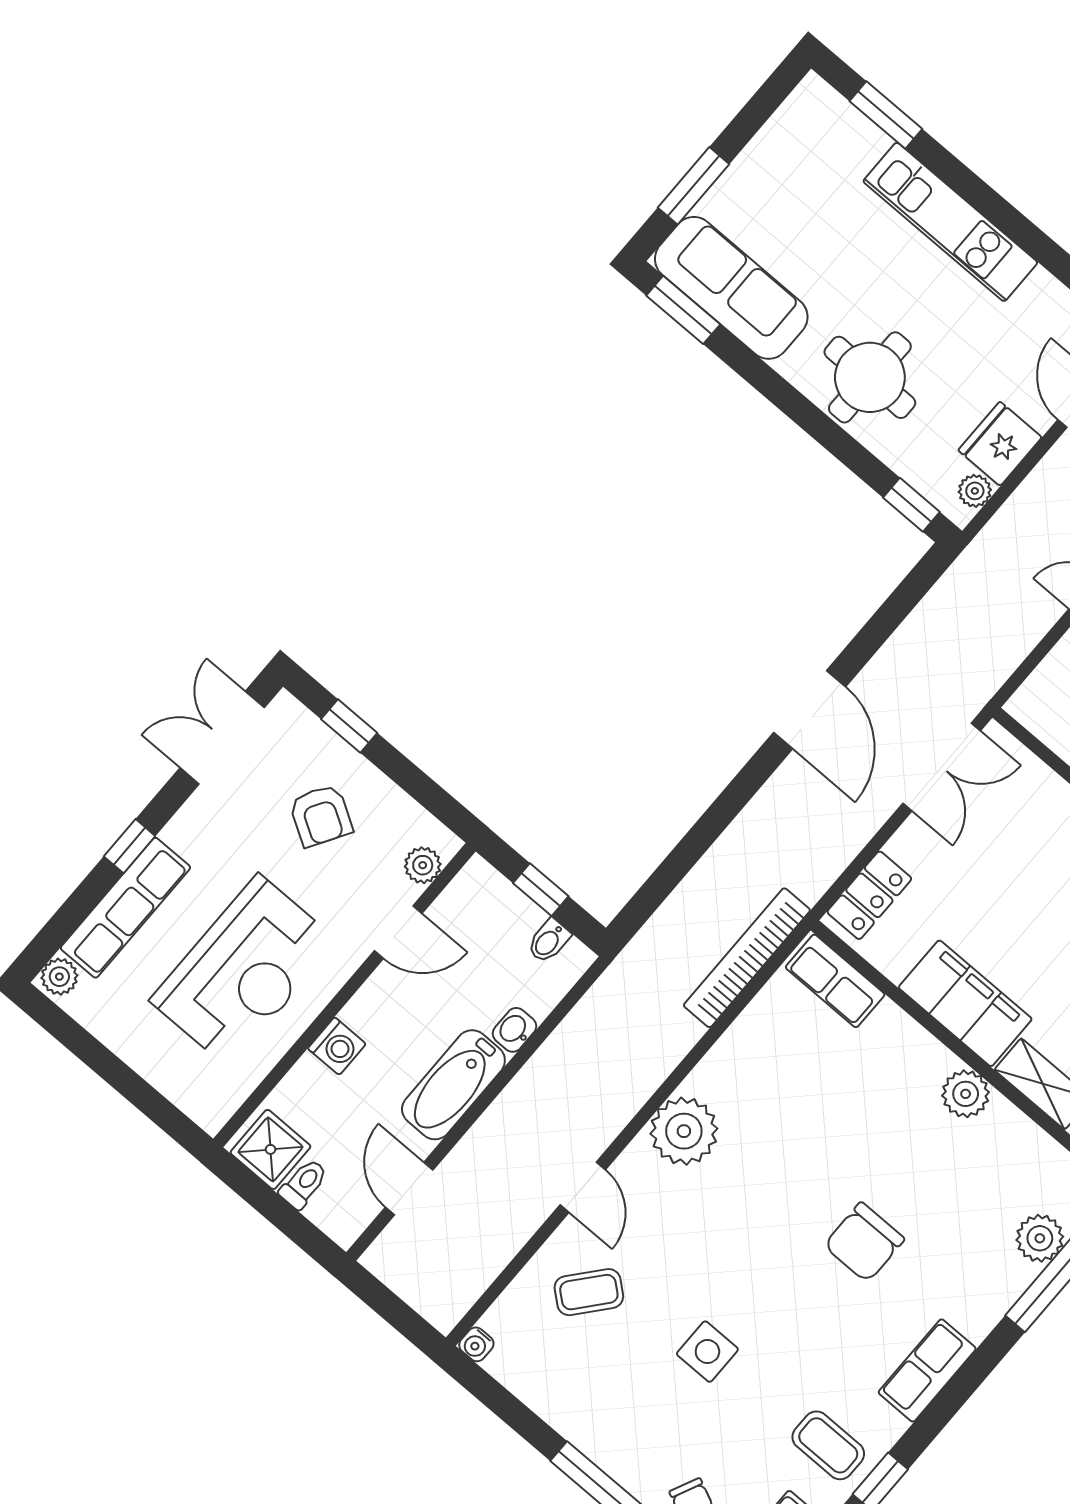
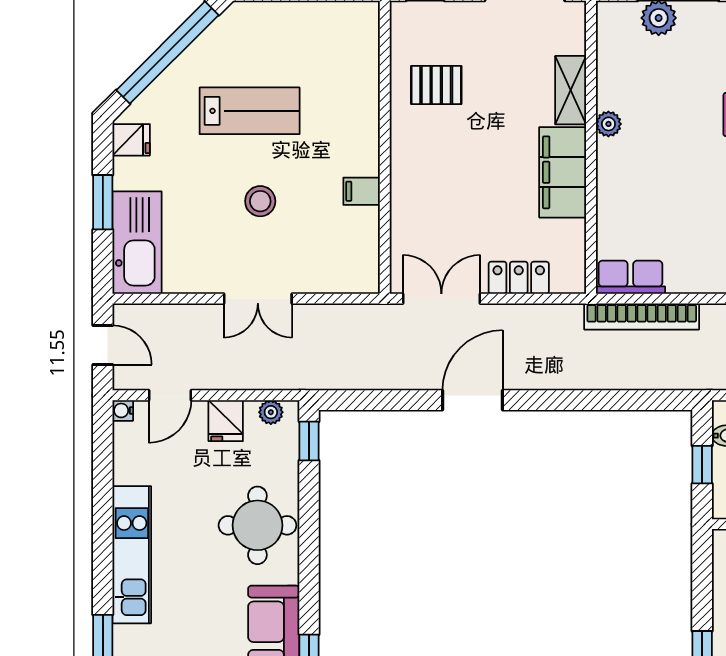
fridge: (1000, 444) -> (226, 421), width x0.72
locker: (869, 895) -> (519, 278), moved
row of seats: (835, 981) -> (630, 277), moved, turned -90
plant: (966, 1094) -> (608, 124), width x0.73, depth x0.73

